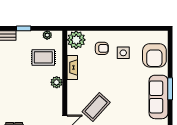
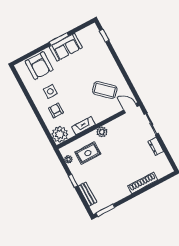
armchair: (154, 55) -> (39, 66), turned 90
rug: (43, 57) -> (88, 153), turned 90
sofa: (158, 97) -> (66, 47), width x0.73

